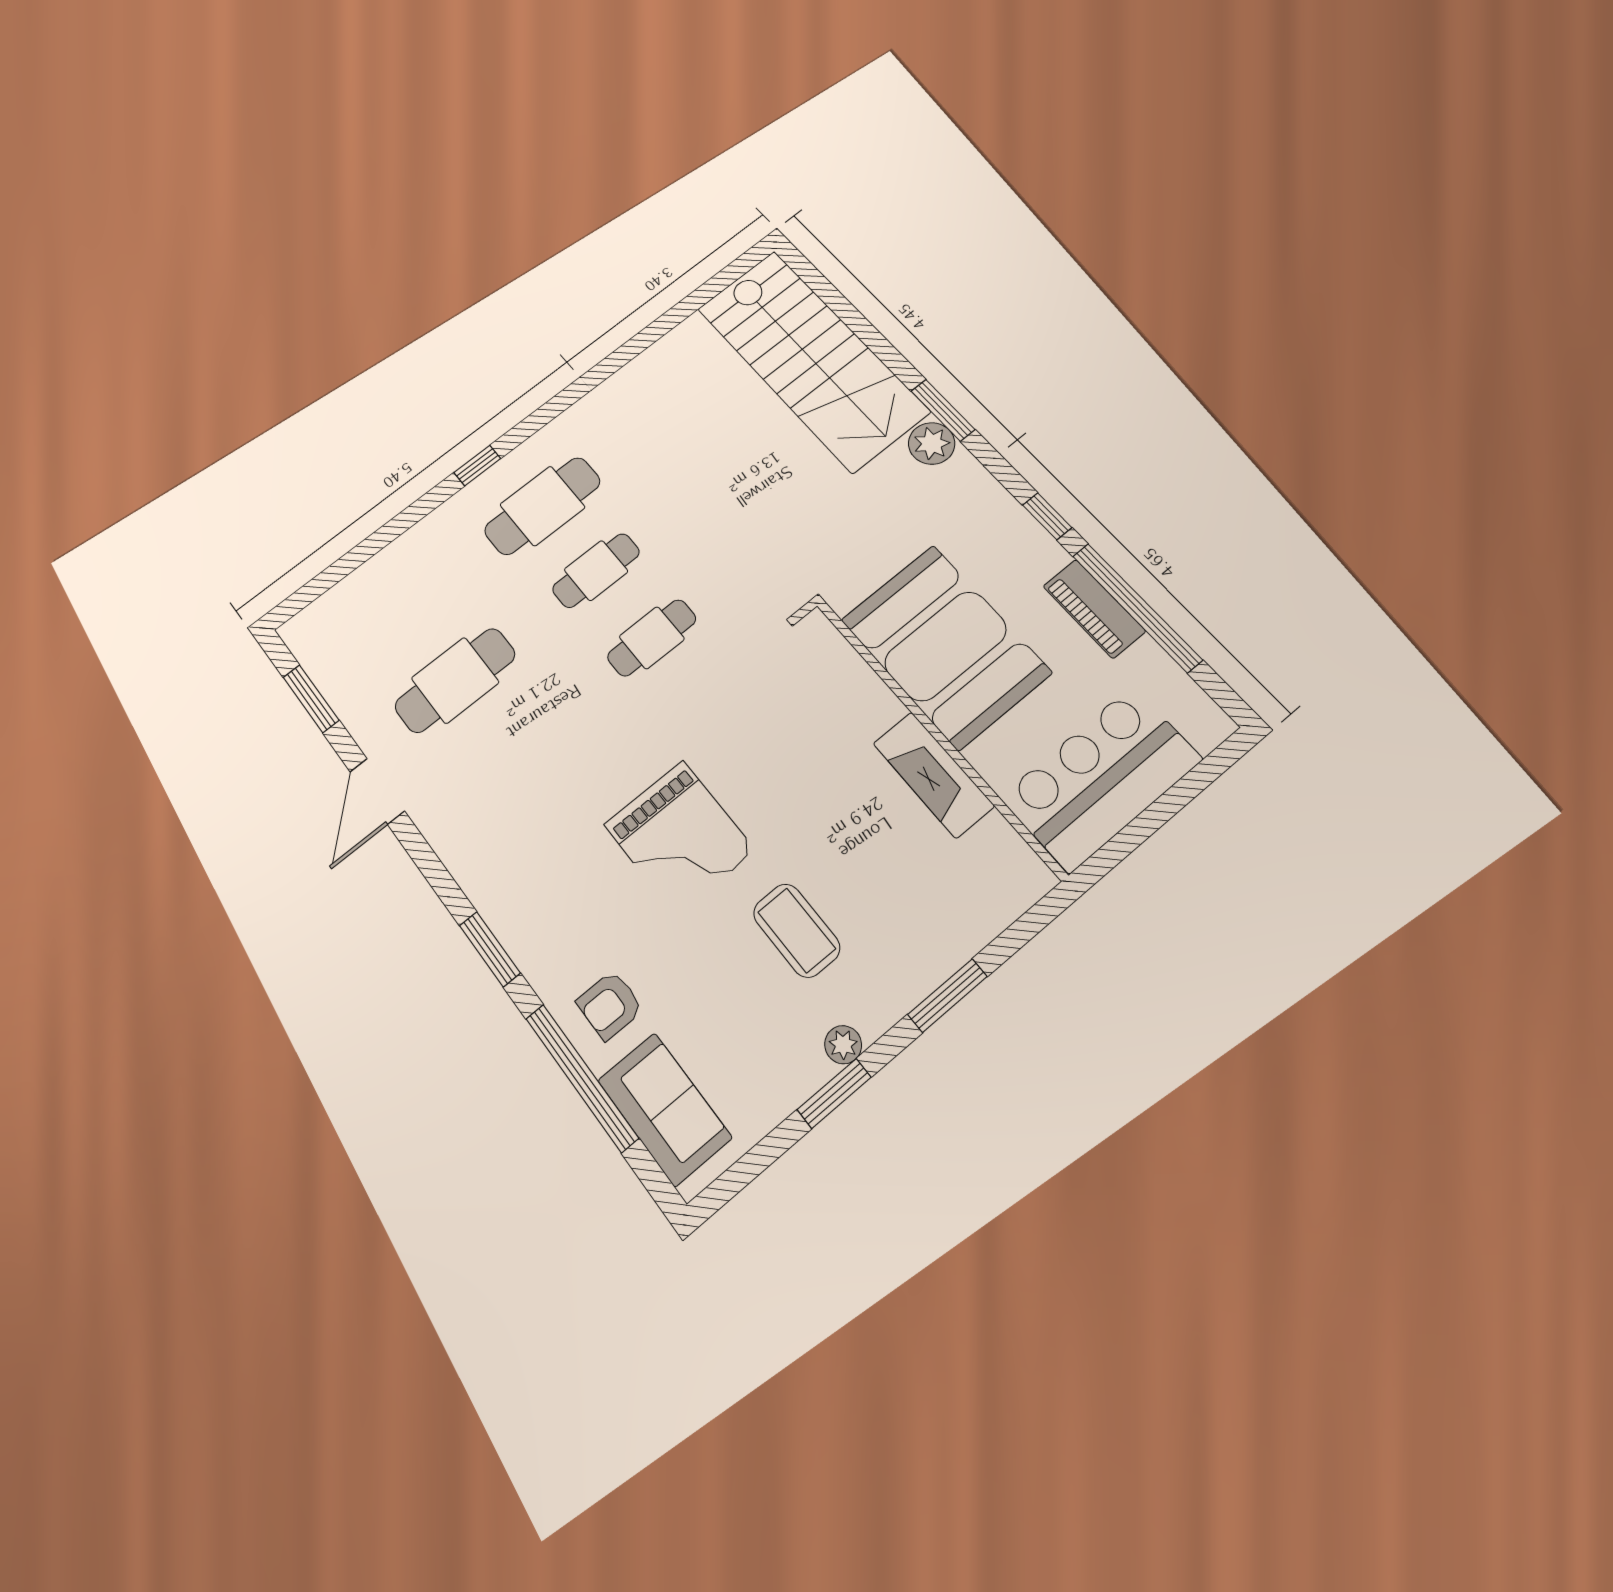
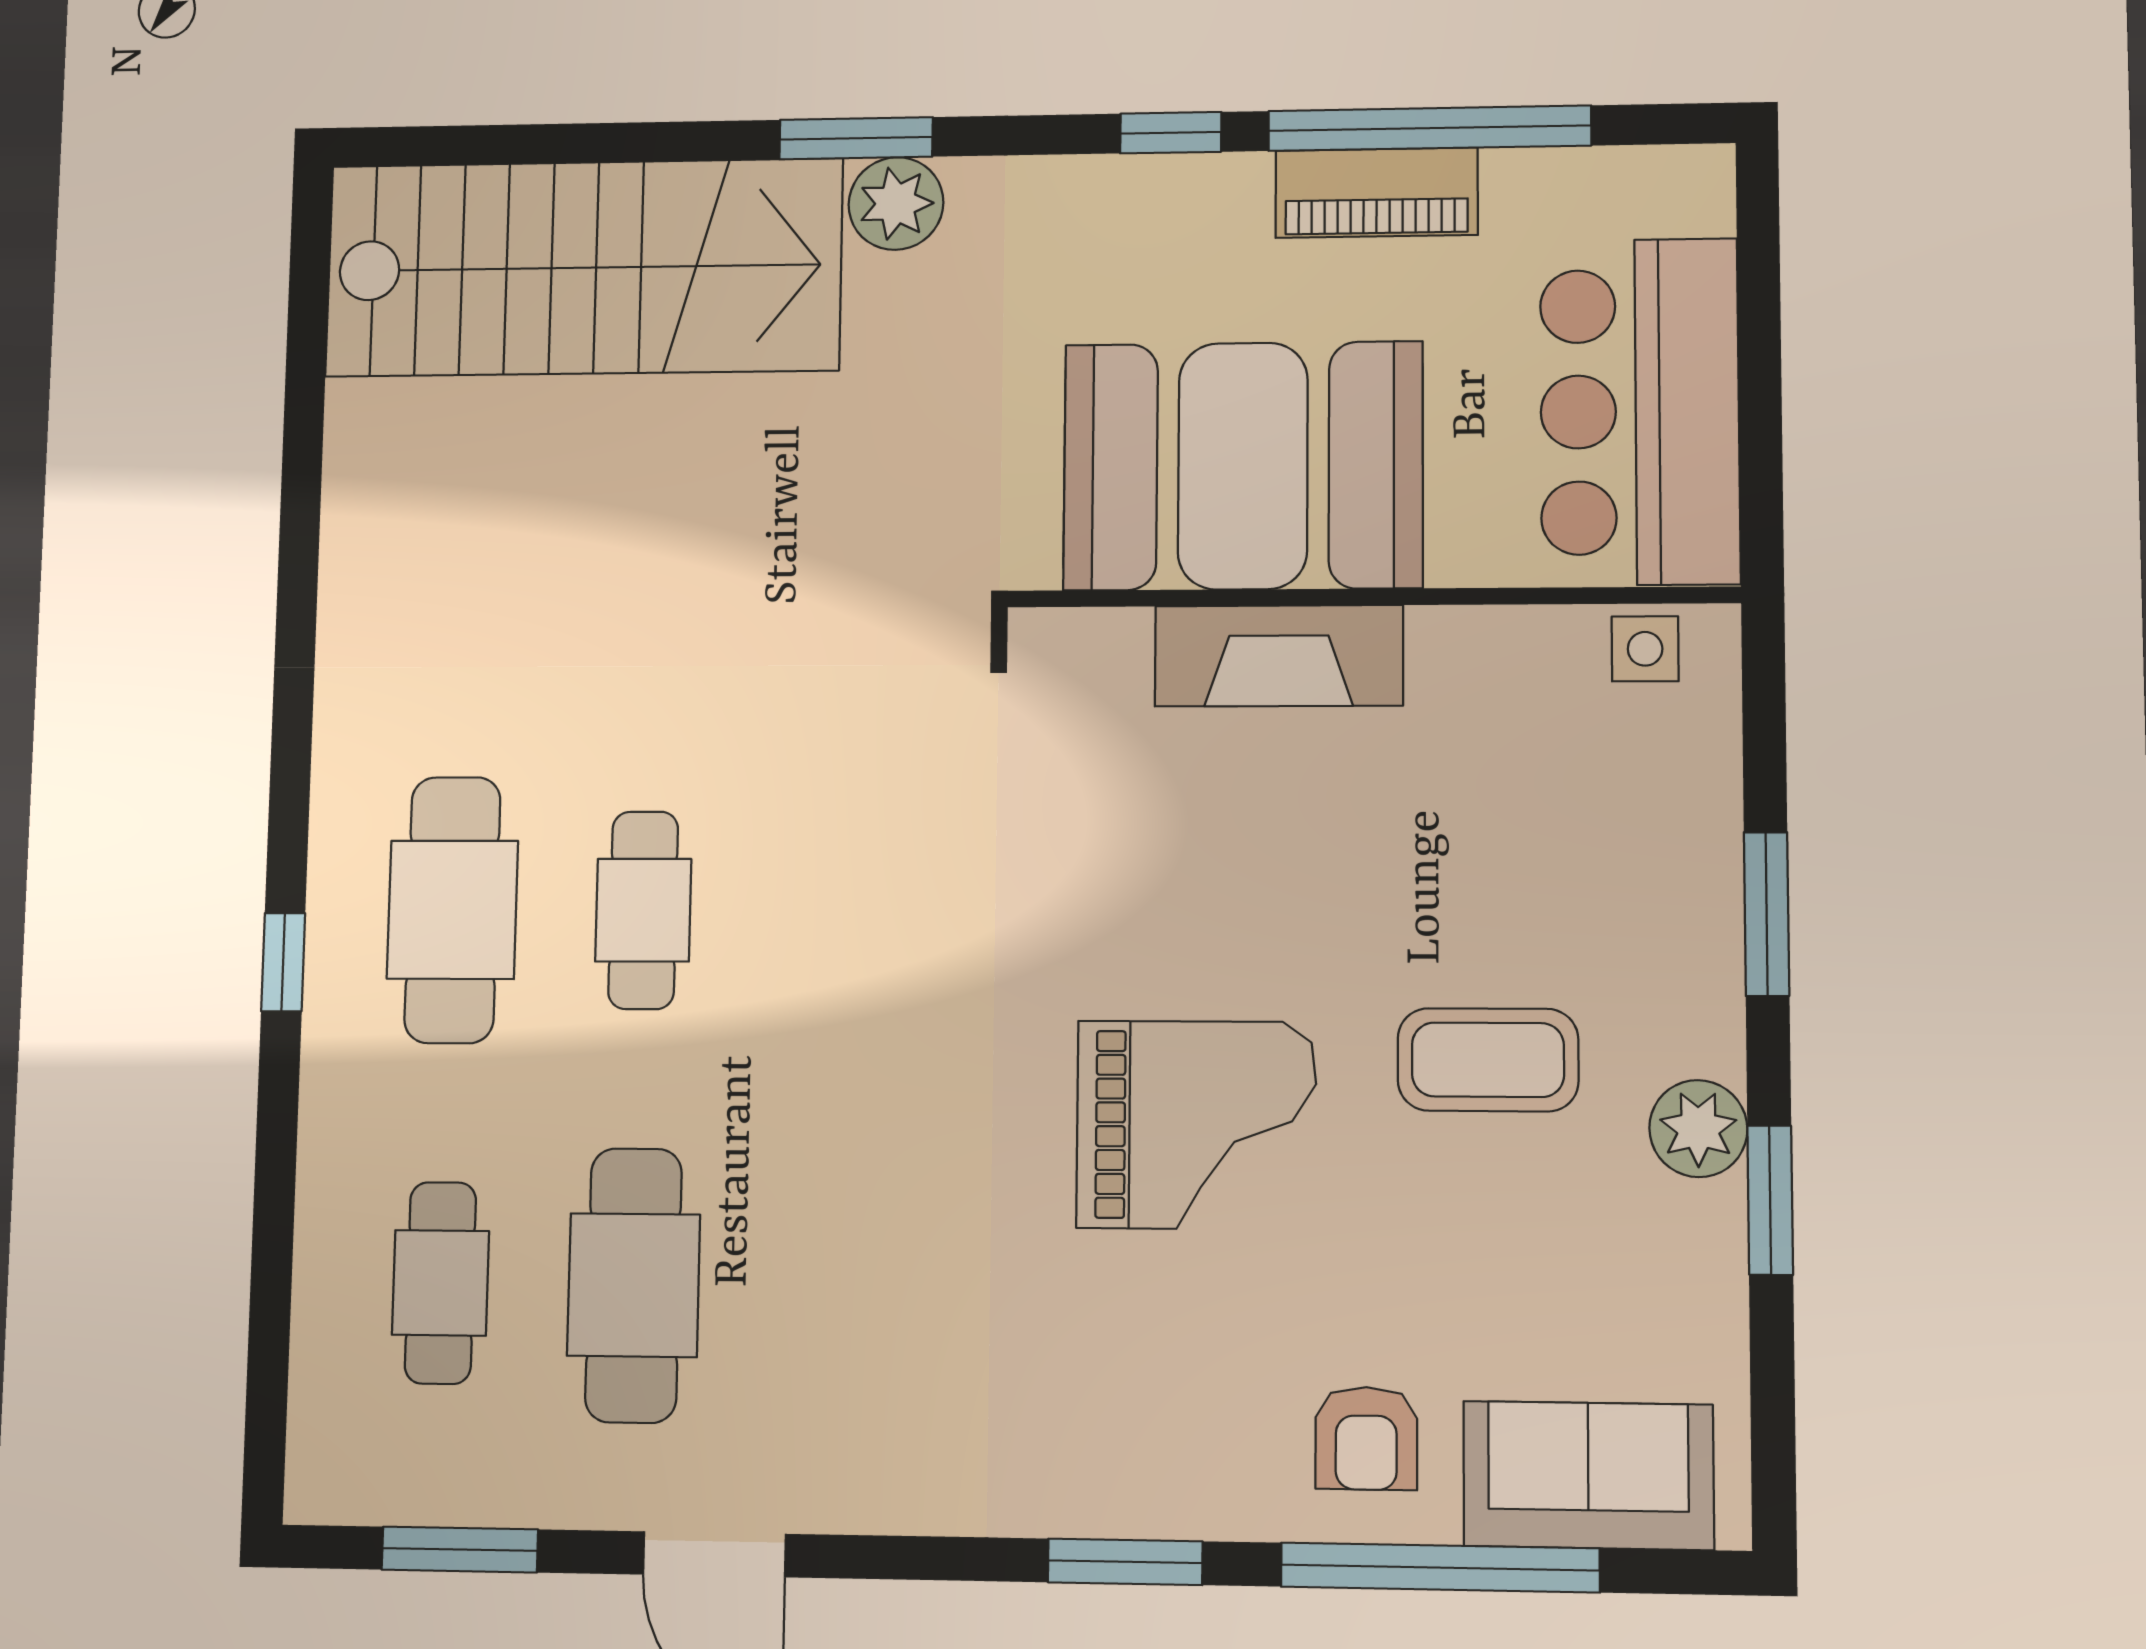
cafe table: (652, 638) -> (440, 1283), moved
fireplace: (933, 775) -> (1279, 656), moved
side table: (1010, 858) -> (1645, 649), added
plant: (843, 1045) -> (1698, 1129), width x1.38, depth x1.38

